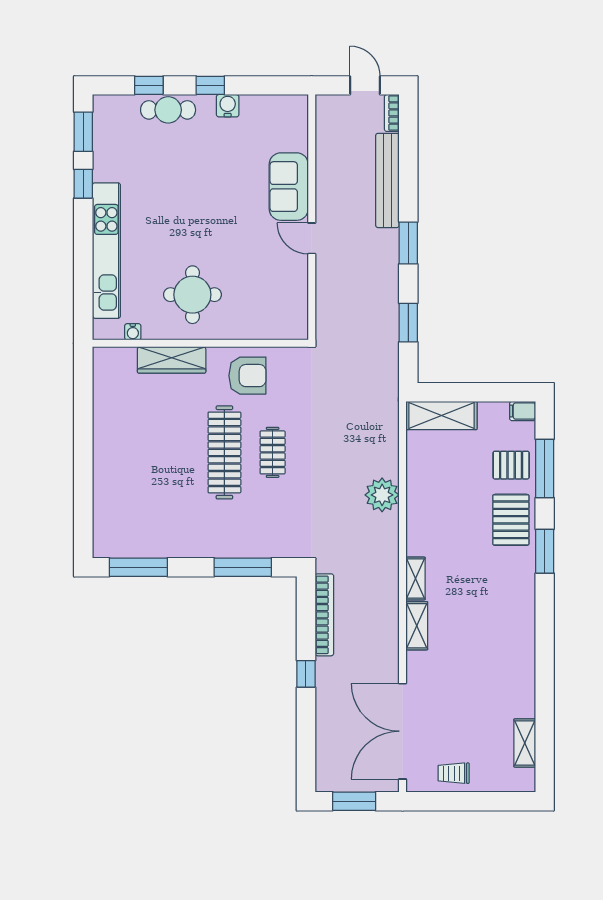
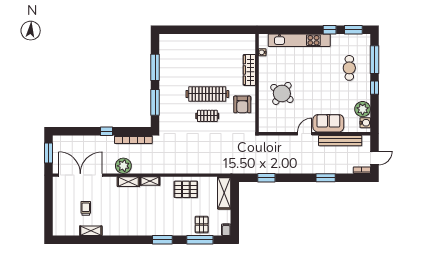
window: (149, 85) -> (374, 60), width x2.17
water cooler: (228, 106) -> (365, 123), moved
cafe table: (168, 110) -> (349, 68), moved
plant: (258, 111) -> (363, 109), added
bench: (387, 180) -> (340, 141), moved
window: (408, 243) -> (326, 178), moved
round table: (192, 295) -> (282, 93), moved, turned 37
plant: (382, 495) -> (123, 166), moved
pallet: (511, 520) -> (186, 189), moved
window: (138, 567) -> (155, 67), moved
shelving: (525, 743) -> (91, 231), moved
trolley: (454, 773) -> (86, 208), moved

